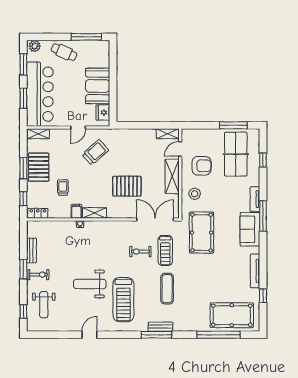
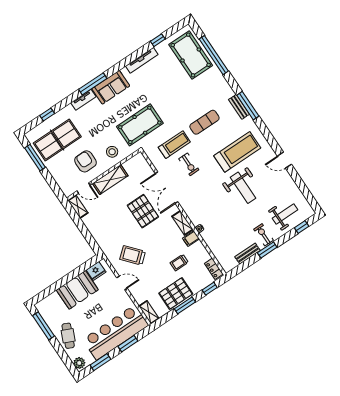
double door: (155, 219) -> (166, 188), moved

